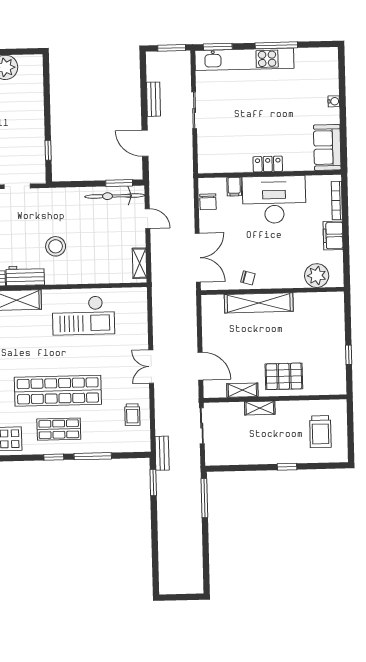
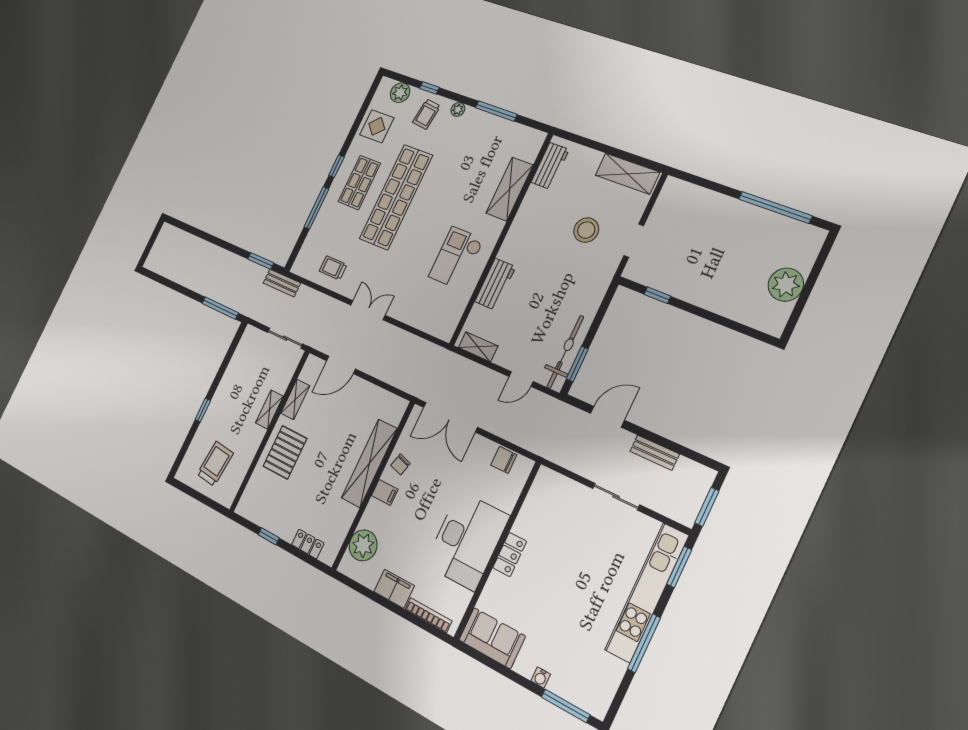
window: (342, 76) -> (566, 706), added
filing cabinet: (234, 187) -> (385, 492), moved, turned 180
stool: (56, 246) -> (586, 230), moved
workbench: (25, 276) -> (495, 284), moved
checkout: (83, 315) -> (456, 258), width x0.73, depth x0.83
locker: (338, 320) -> (308, 544), added
trolley: (320, 432) -> (215, 464), turned 96

